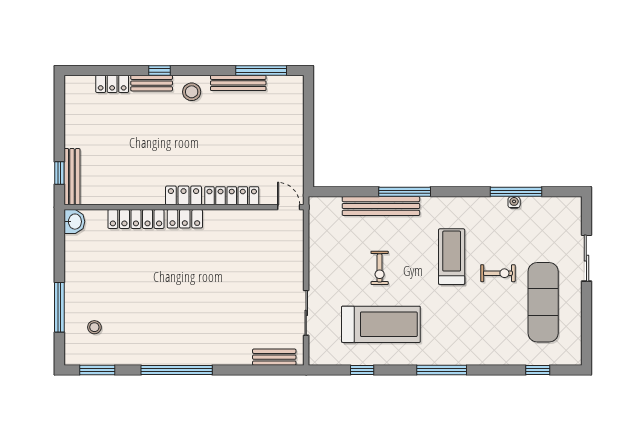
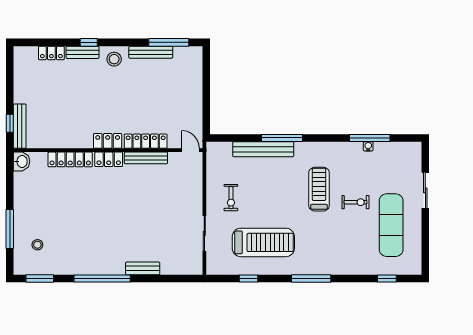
bench: (232, 217) -> (146, 158), added
exercise bike: (380, 268) -> (231, 198), moved
bench: (274, 357) -> (143, 268), moved

